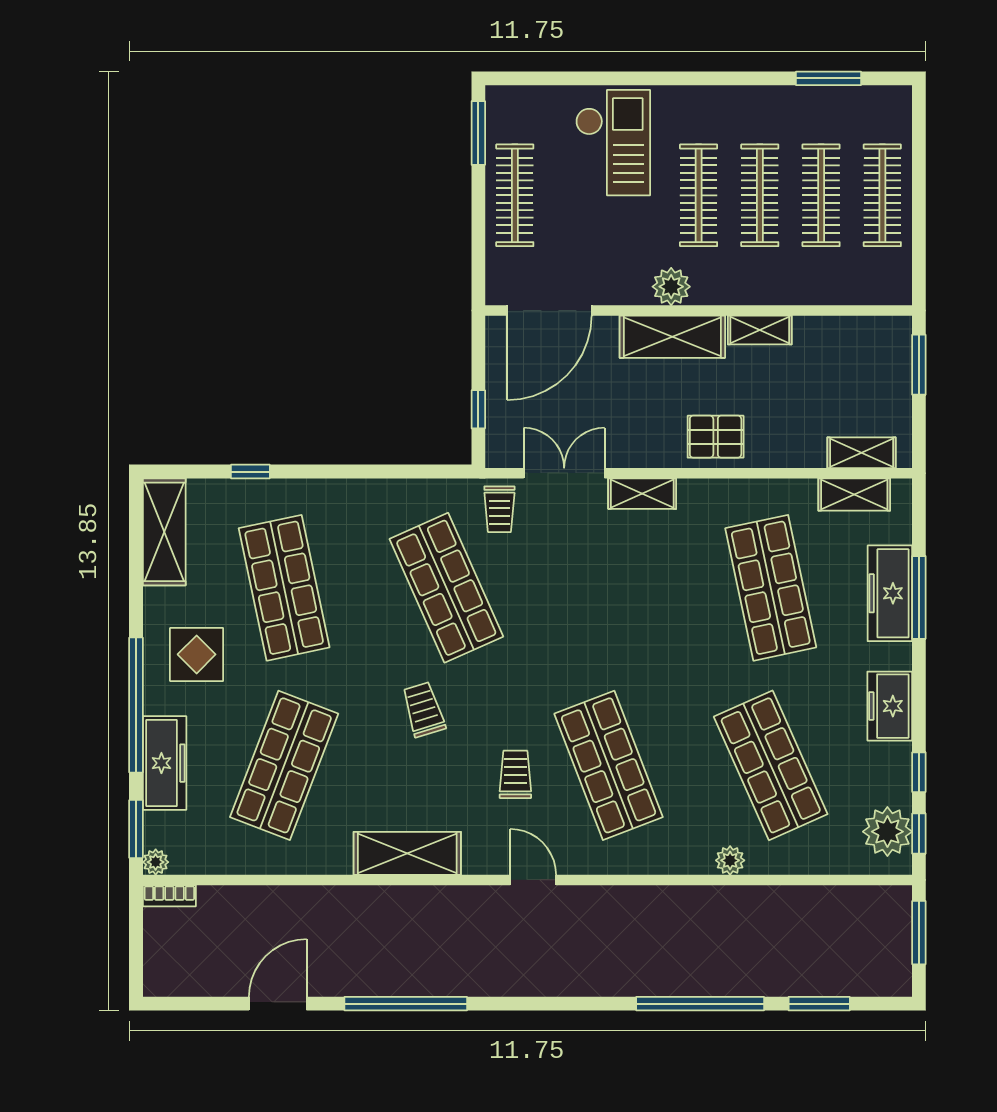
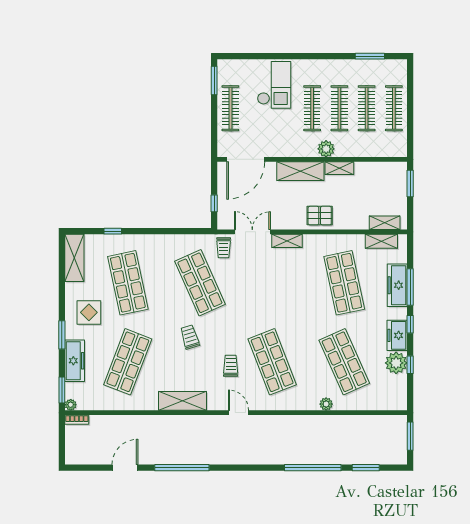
plant: (671, 287) -> (326, 149), moved
window: (136, 705) -> (62, 335), width x0.47
plant: (887, 832) -> (396, 363), moved
window: (919, 834) -> (410, 324), moved

